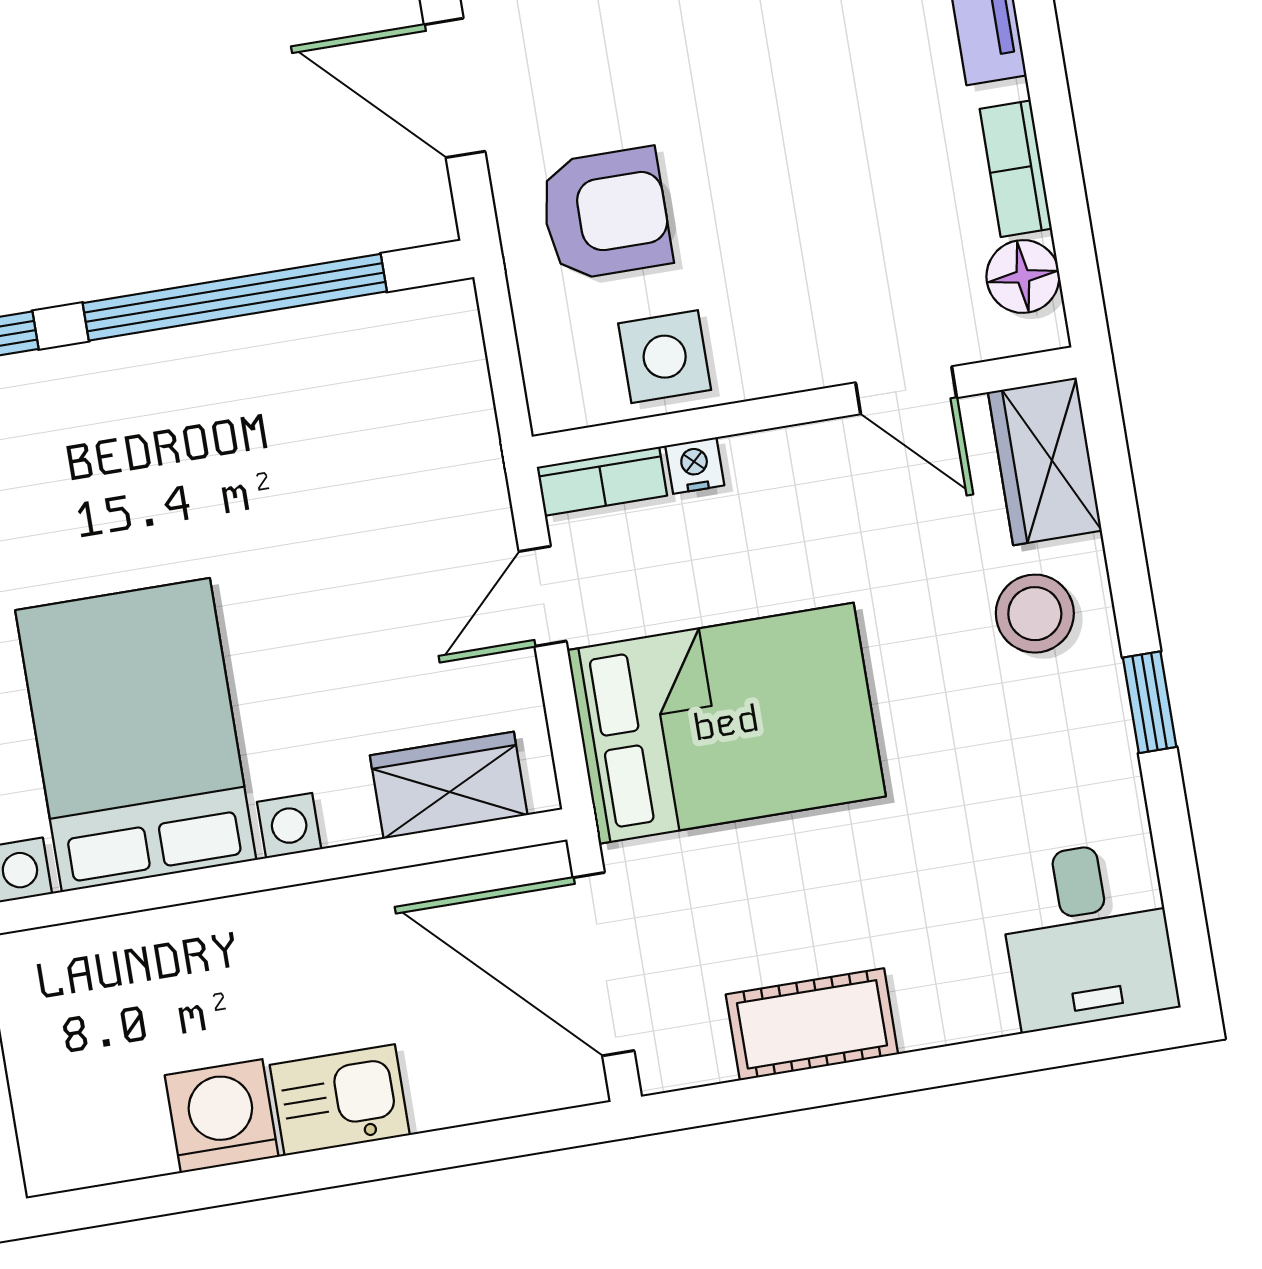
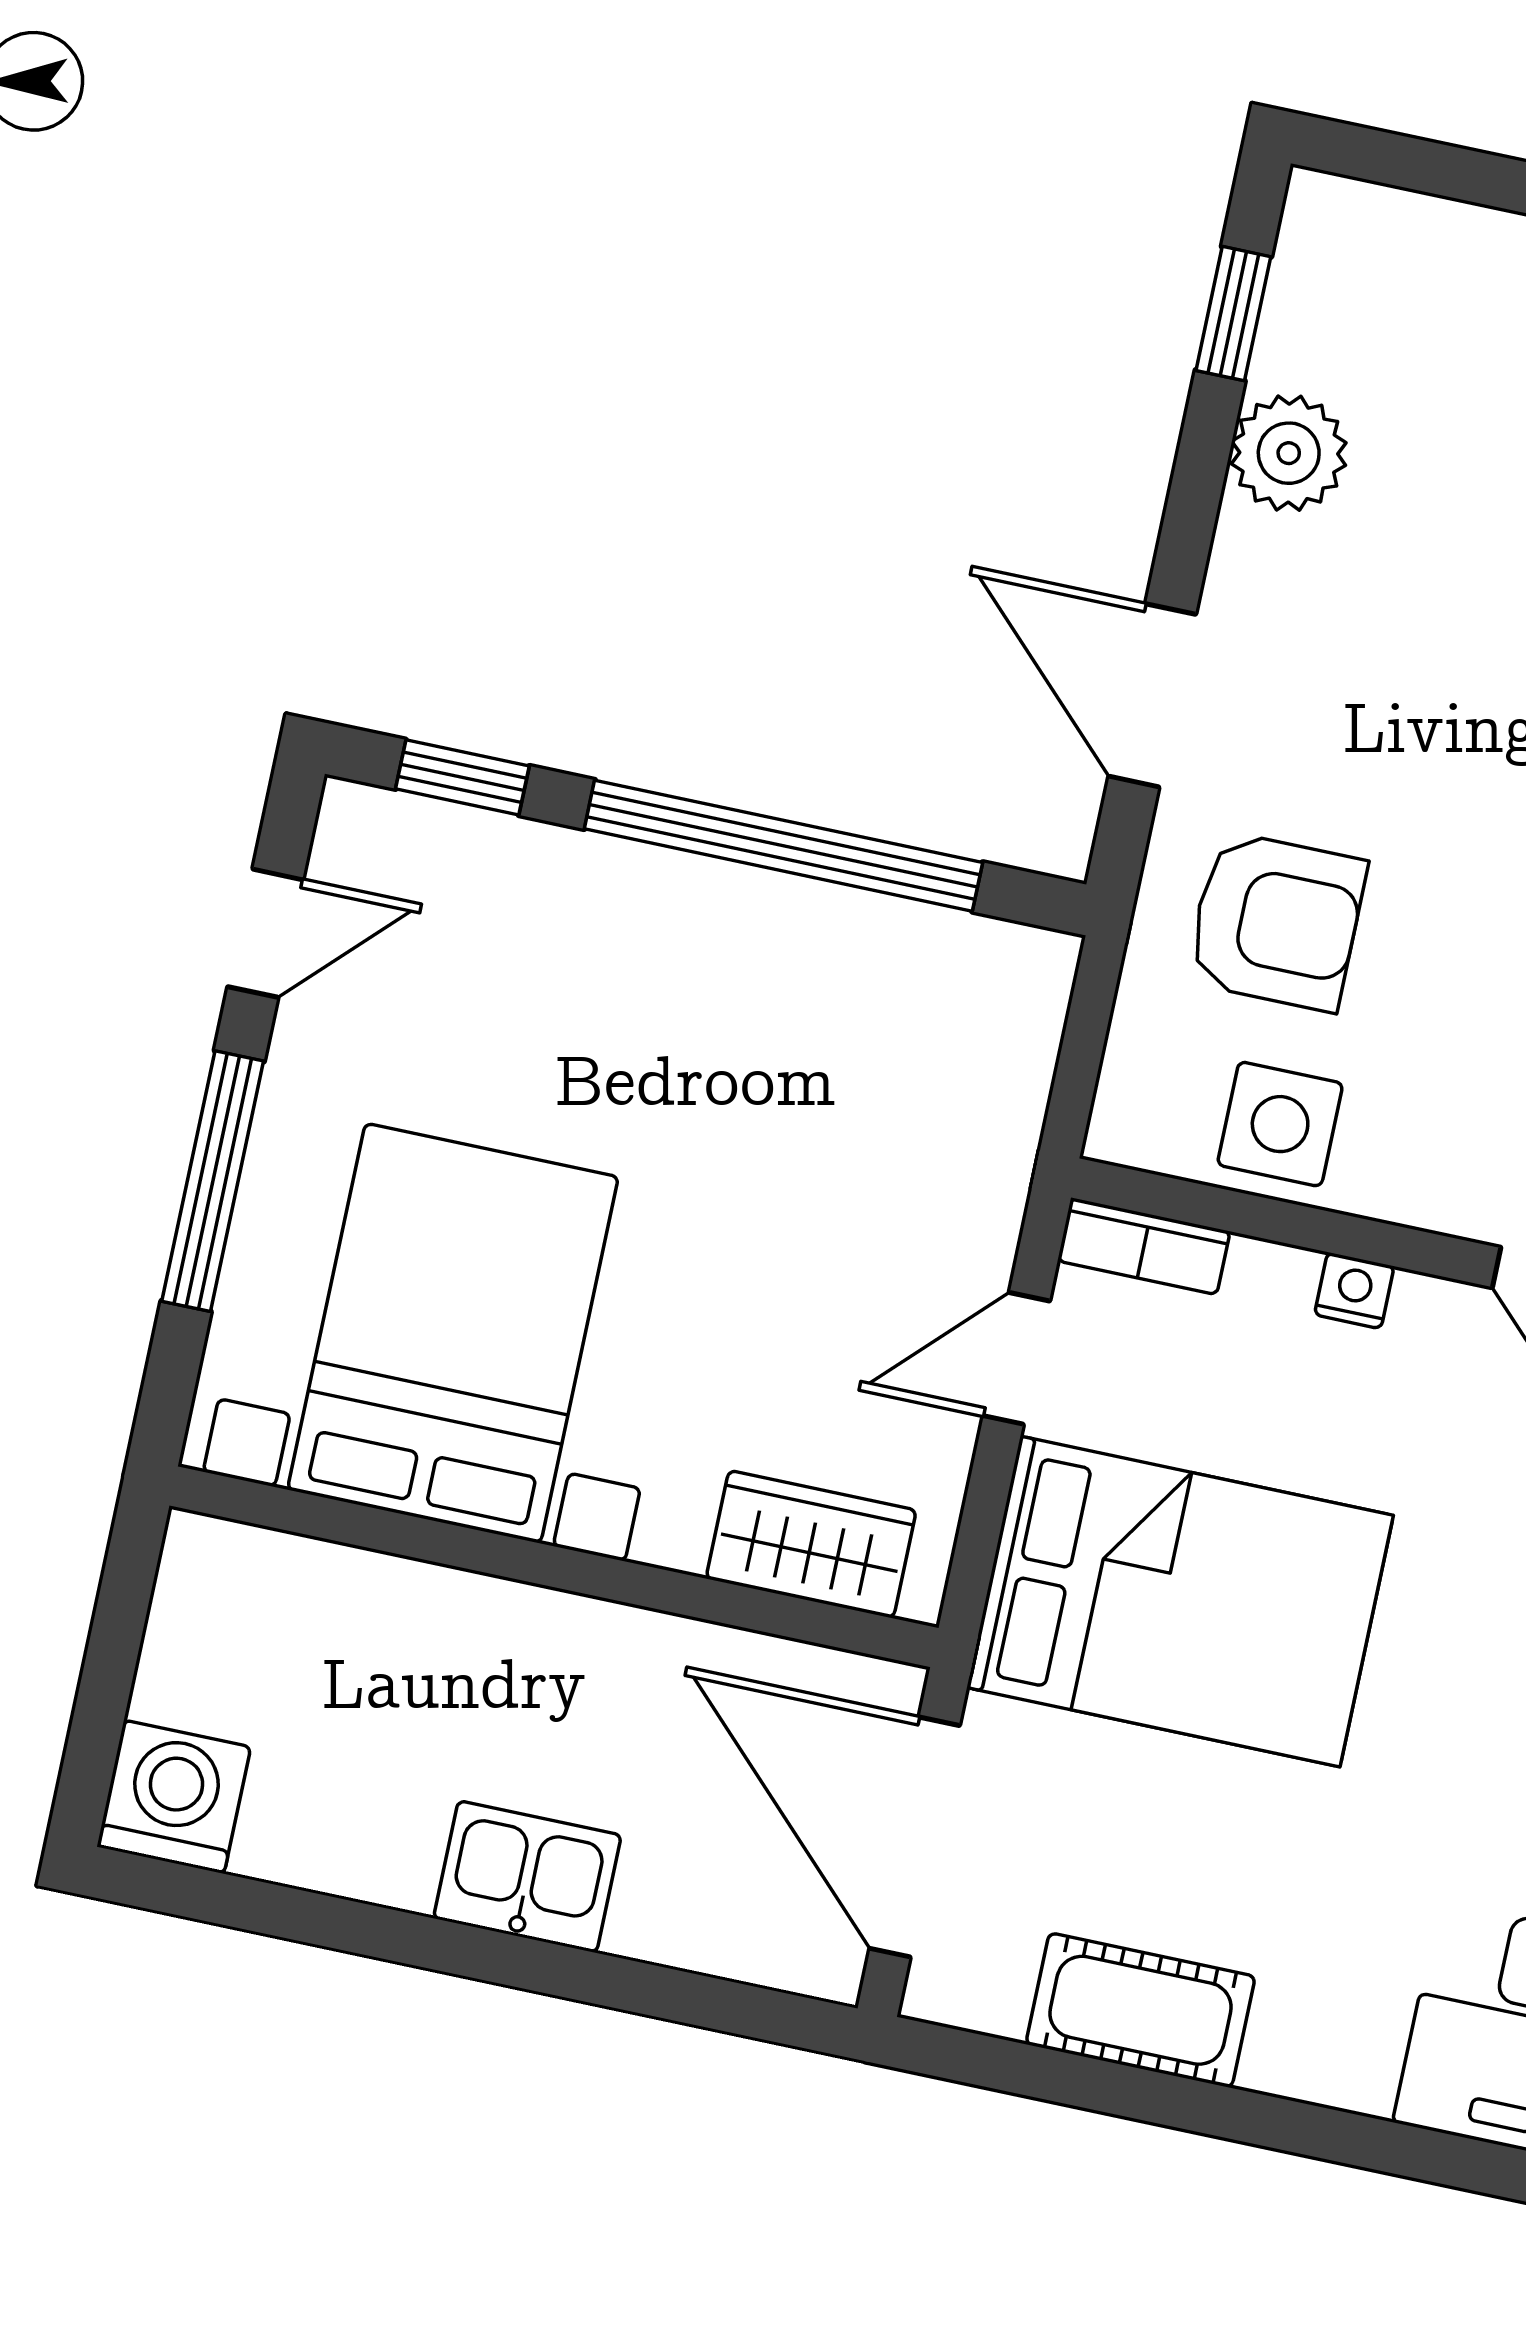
nightstand: (695, 466) -> (1354, 1291), moved
washing machine: (222, 1116) -> (174, 1797), moved

